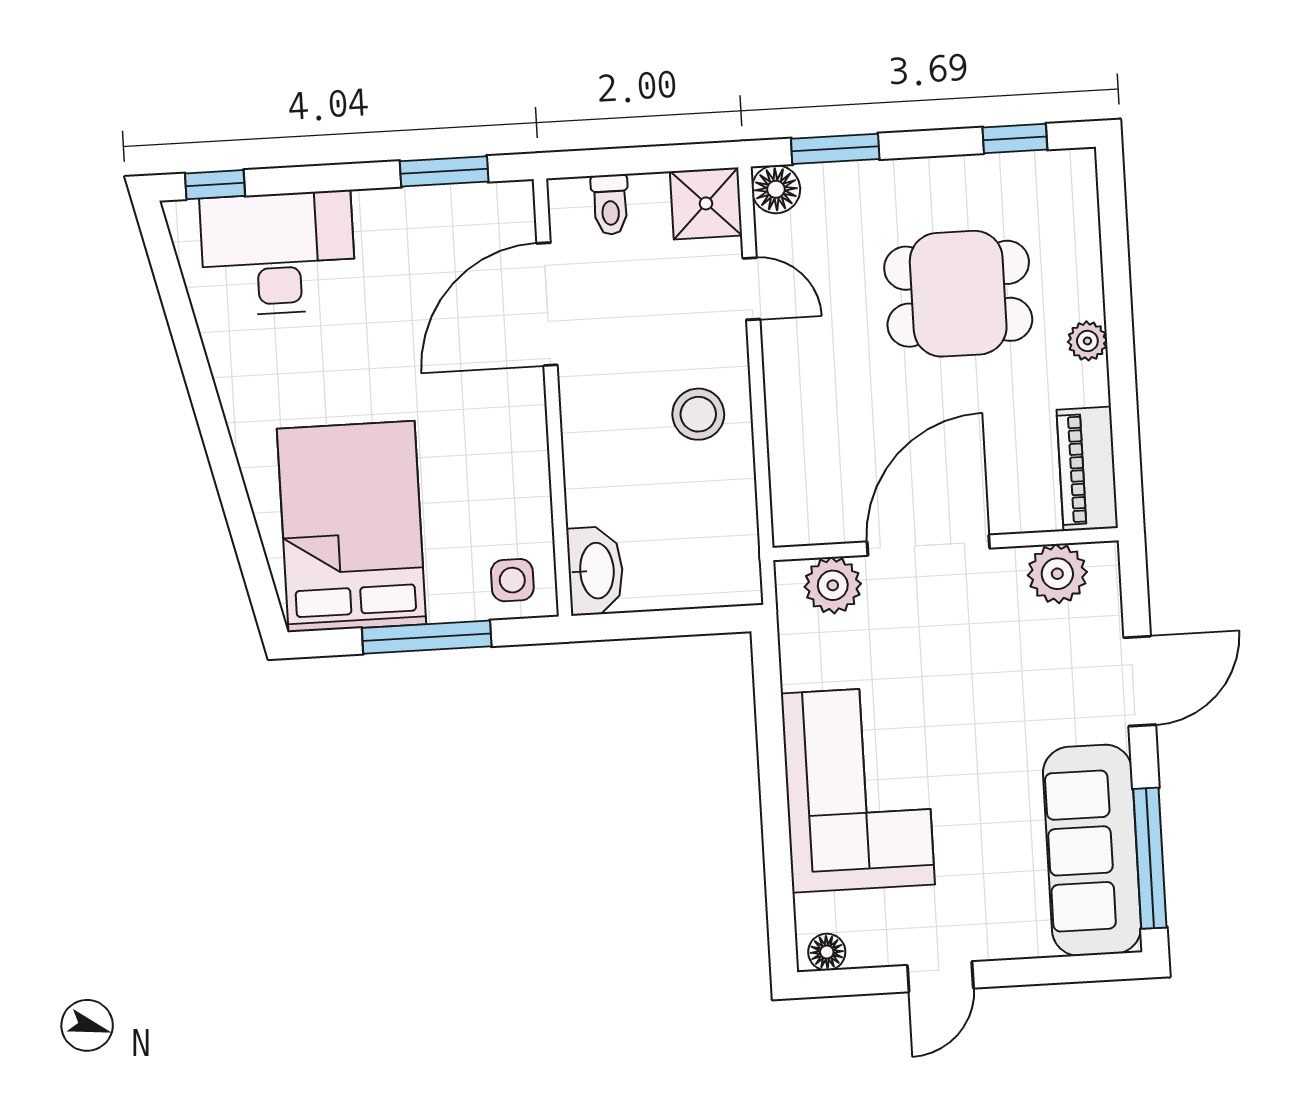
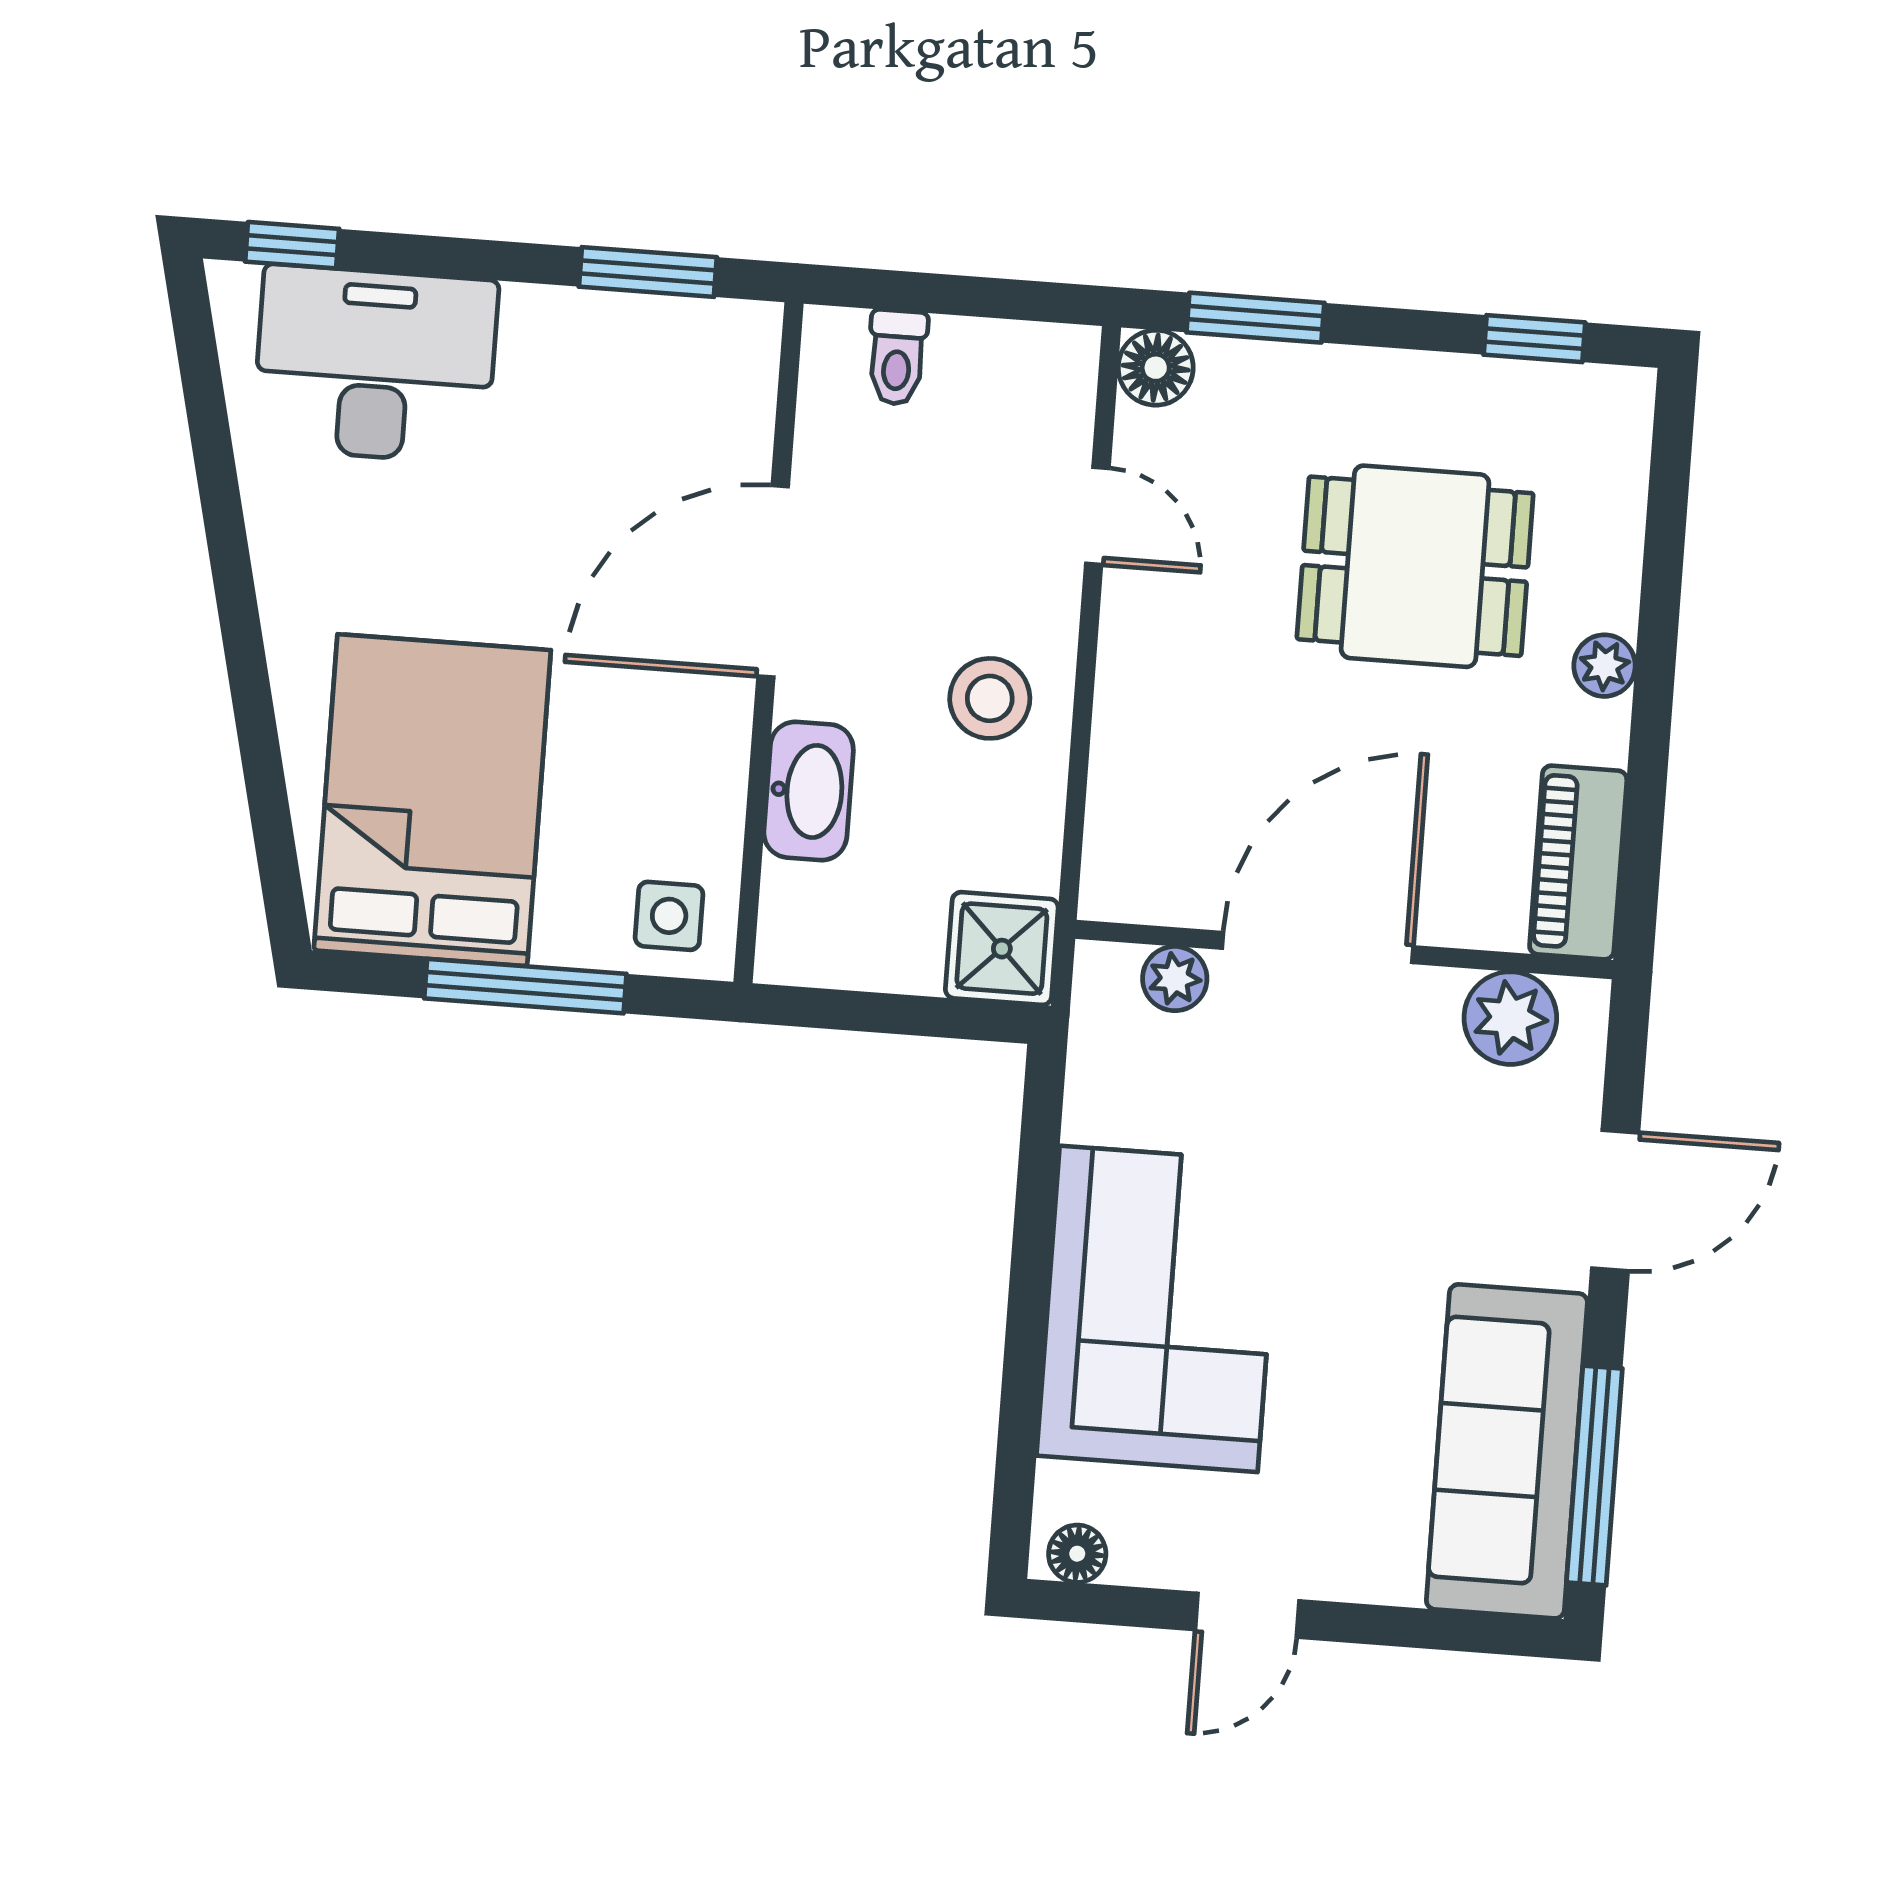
shower: (706, 203) -> (1002, 949), moved
door: (547, 304) -> (773, 581), moved
washbasin: (595, 571) -> (809, 791), moved
plant: (833, 585) -> (1175, 979), width x0.73, depth x0.73

